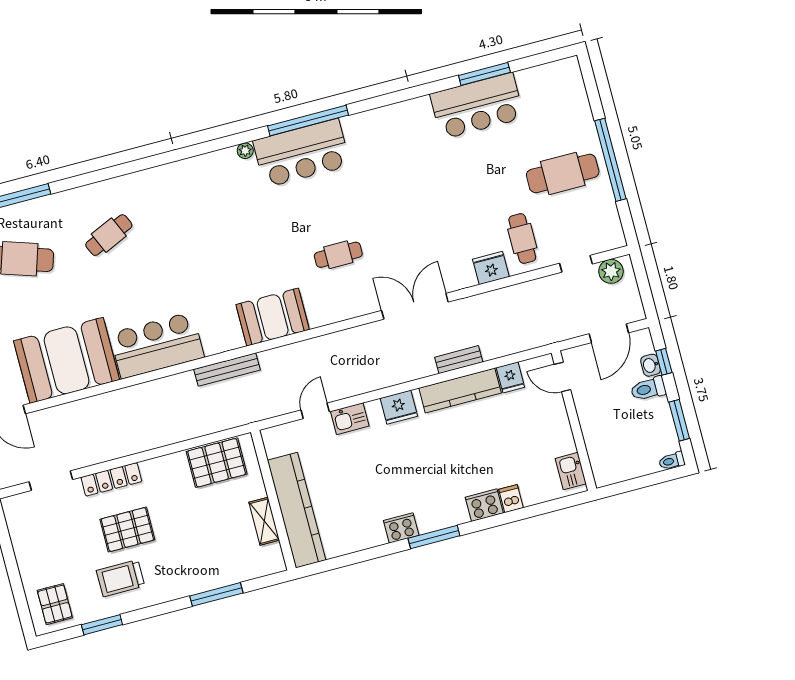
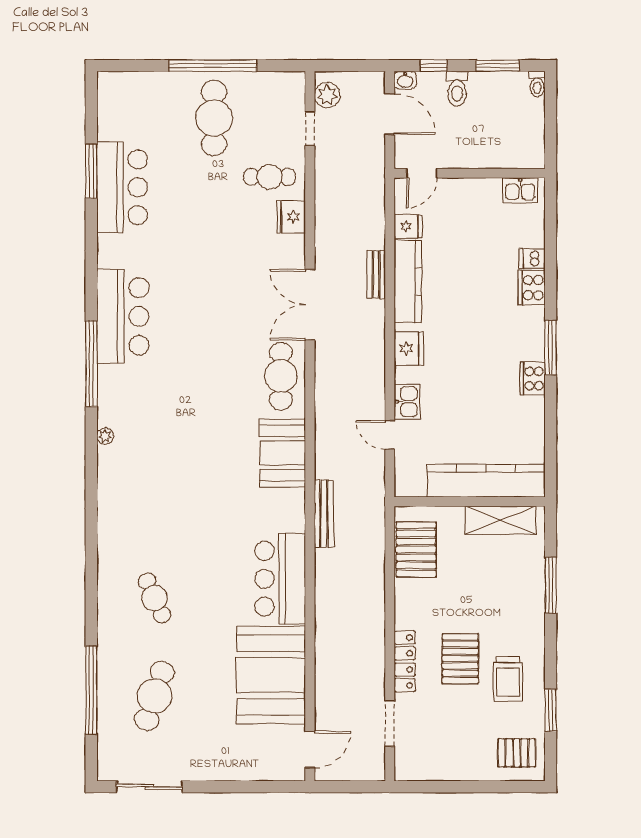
bar counter: (302, 153) -> (123, 316), moved
cafe table: (338, 255) -> (281, 376), moved, width x1.37, depth x1.35
washbasin: (650, 365) -> (405, 80), moved
shelving: (264, 521) -> (500, 520), width x1.50, depth x1.33

